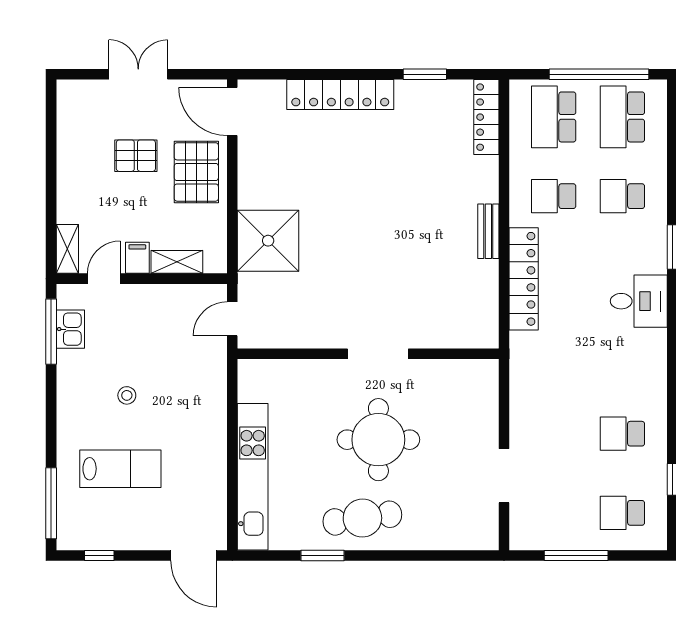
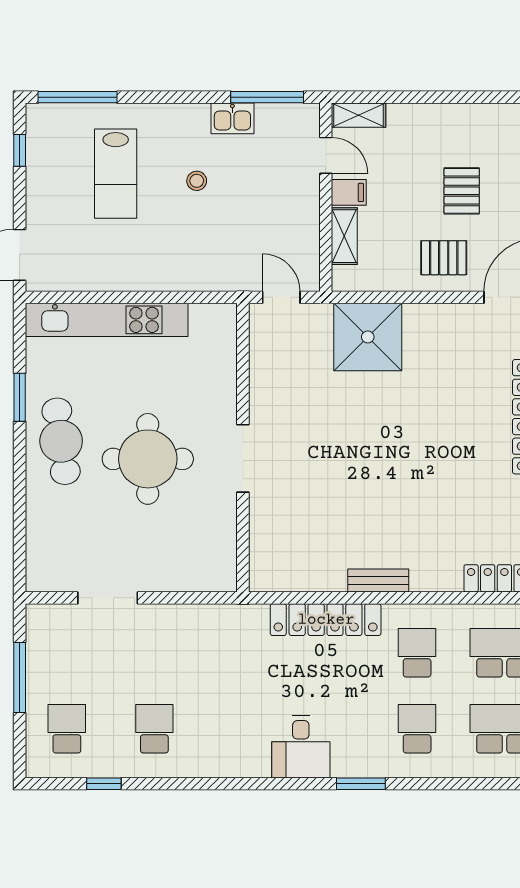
pallet: (196, 172) -> (444, 258), width x0.67, depth x0.71
kitchen sink: (70, 329) -> (232, 118), moved

